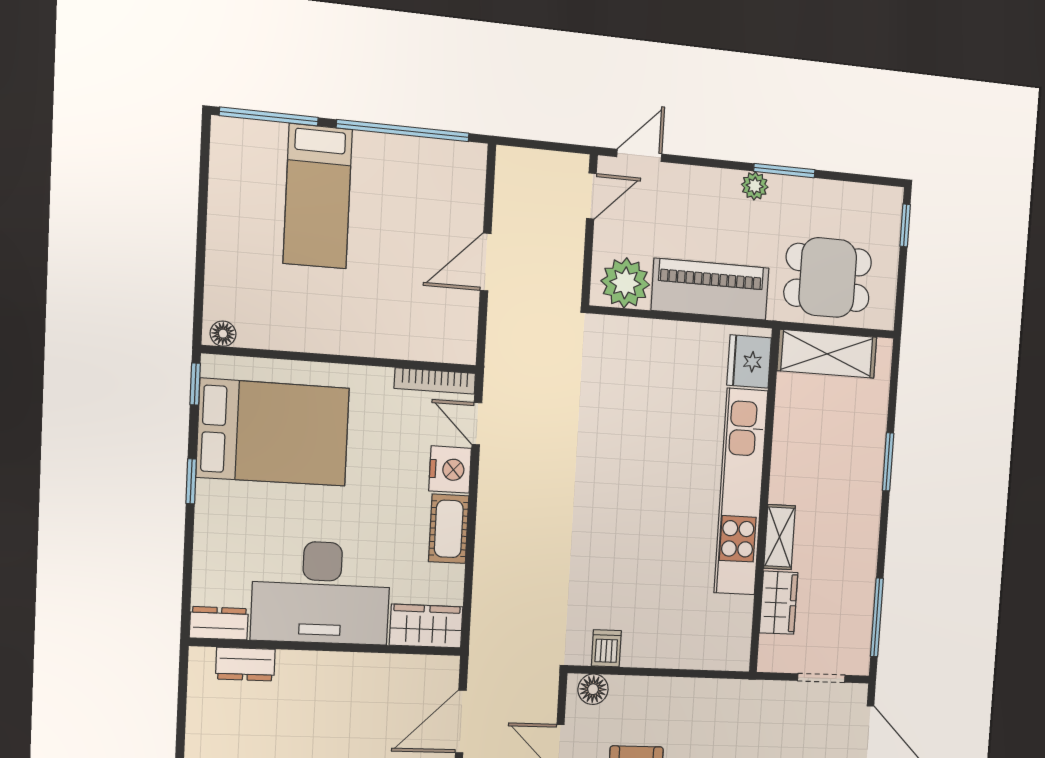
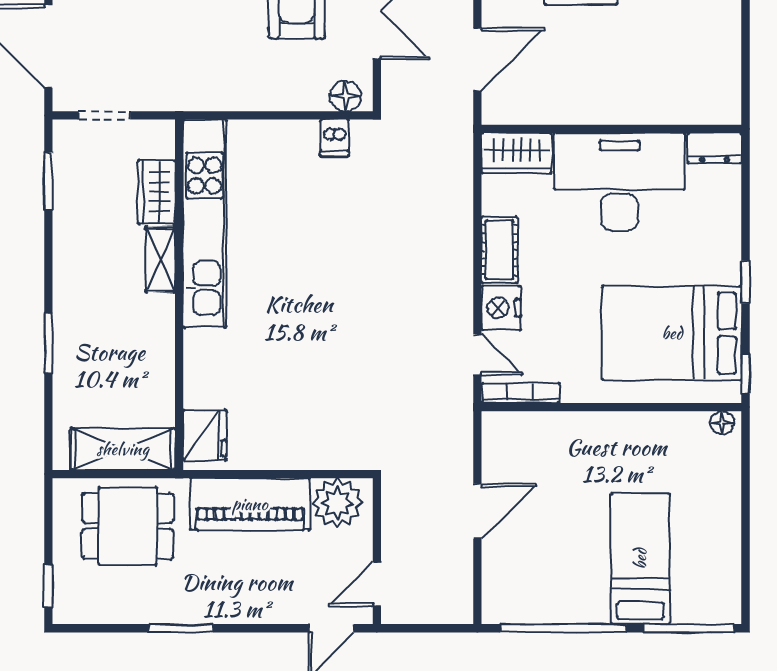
plant: (755, 186) -> (211, 610), removed
kitchen unit: (741, 492) -> (205, 224), moved
window: (877, 617) -> (48, 181), width x0.69
dresser: (245, 664) -> (688, 109), removed

